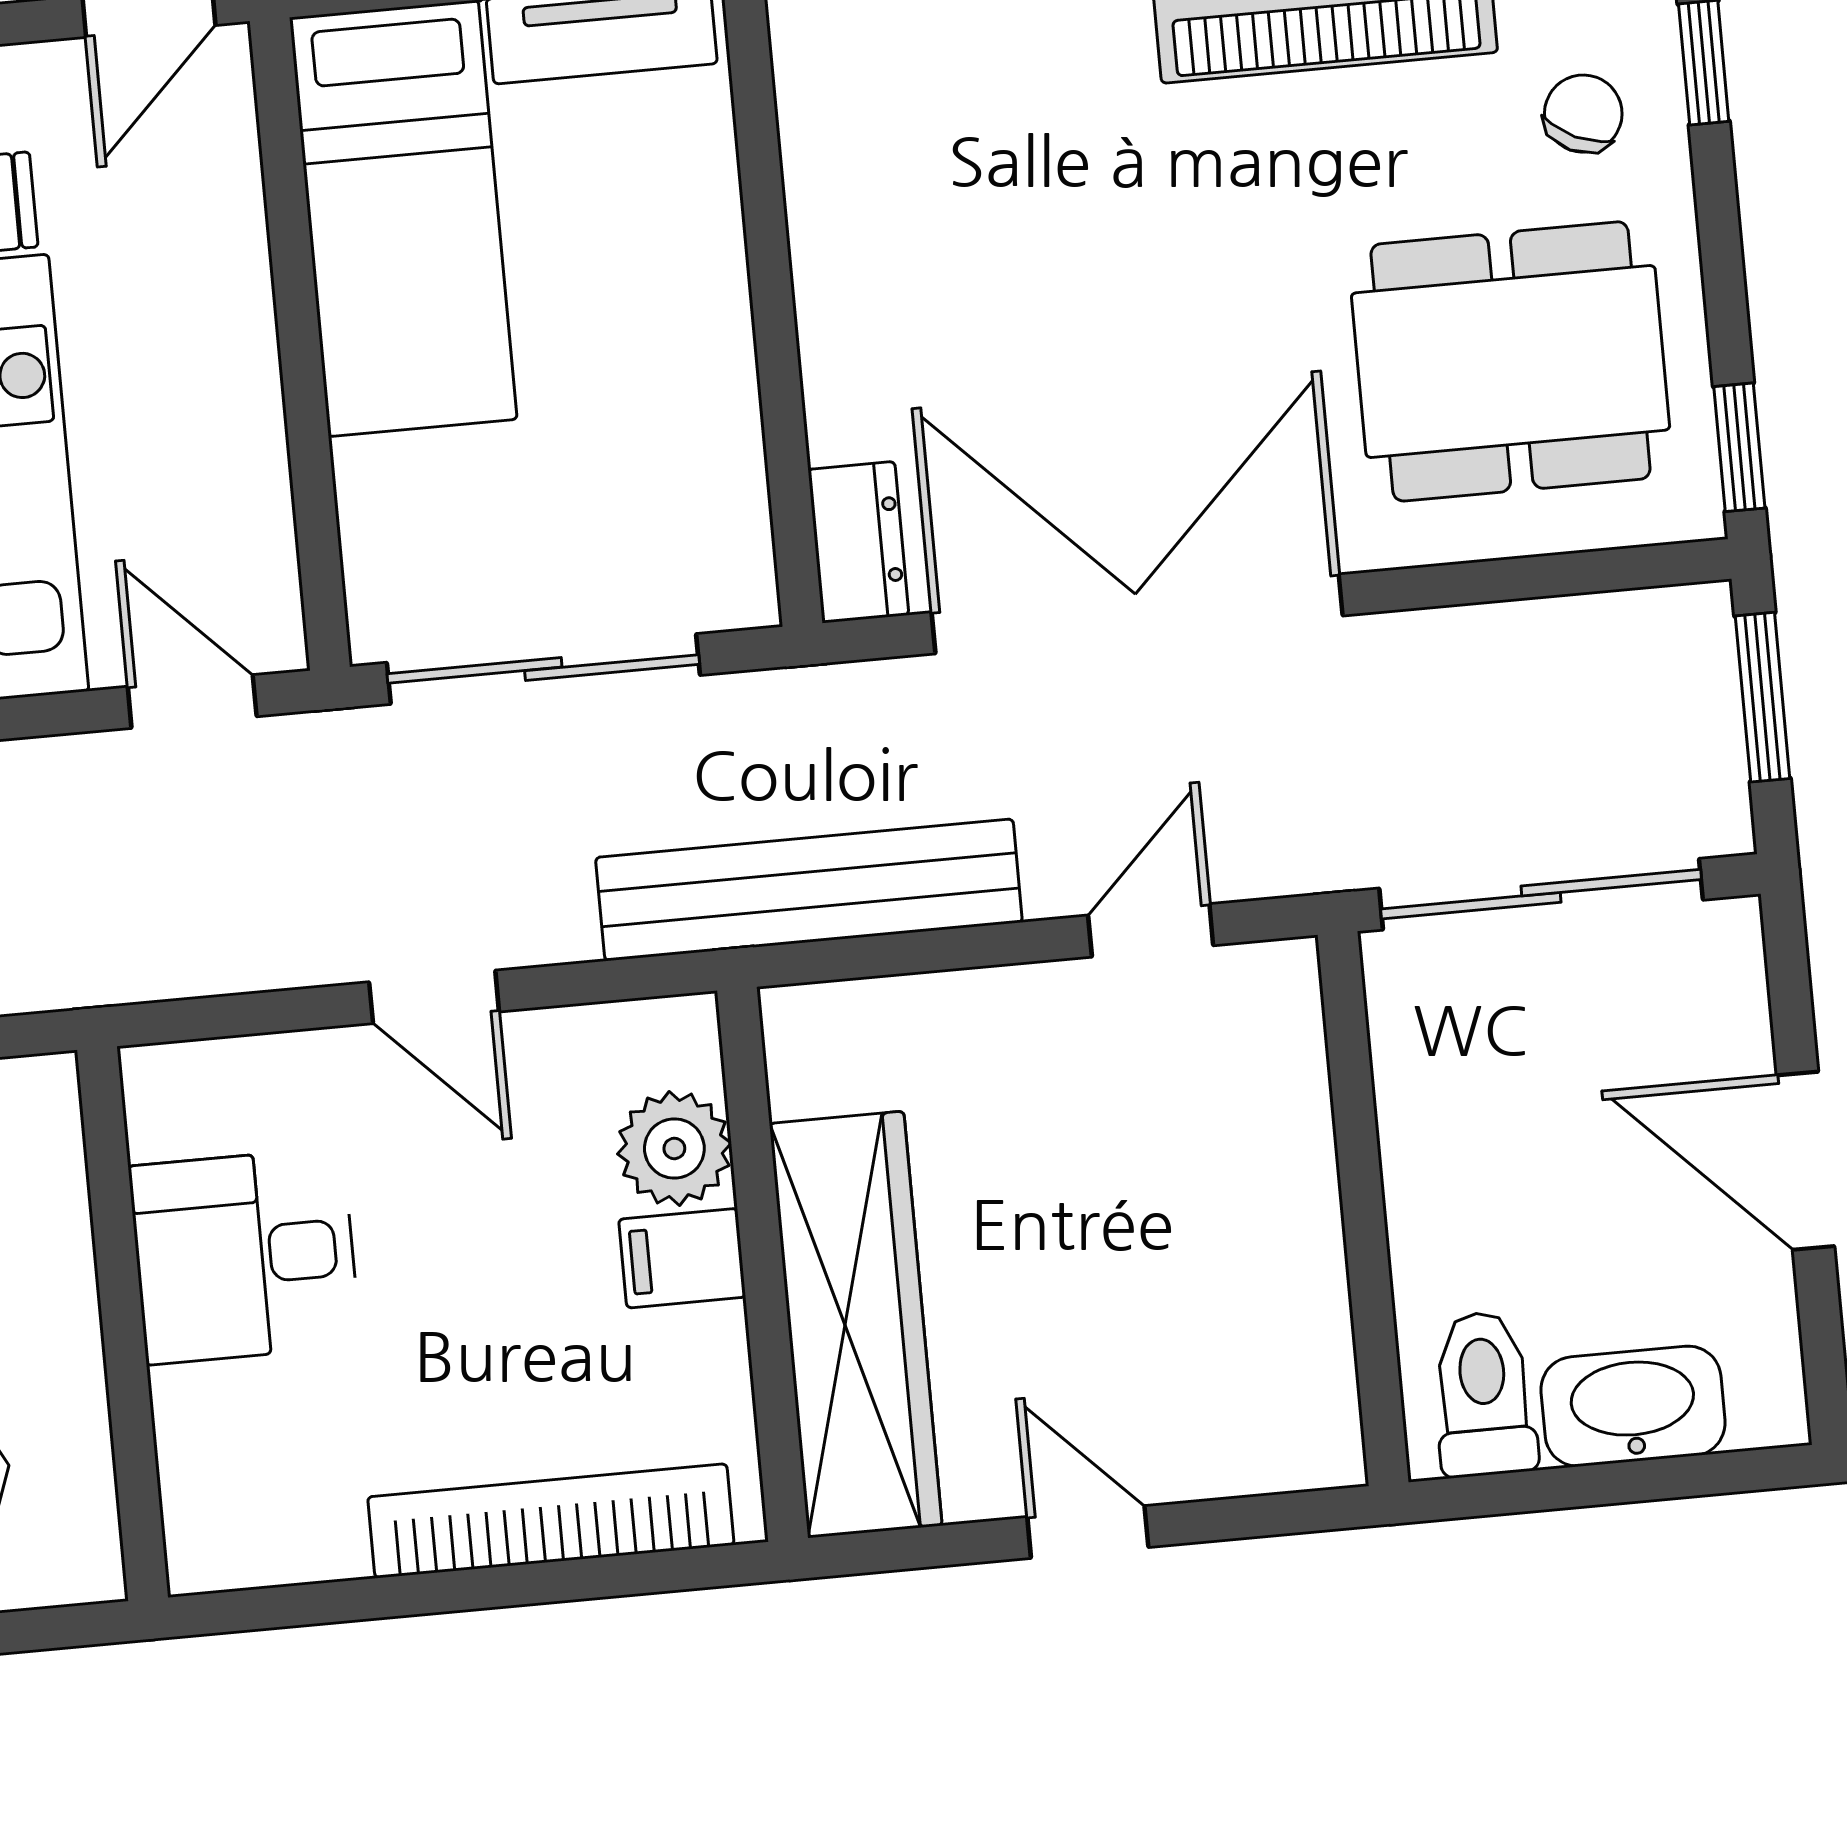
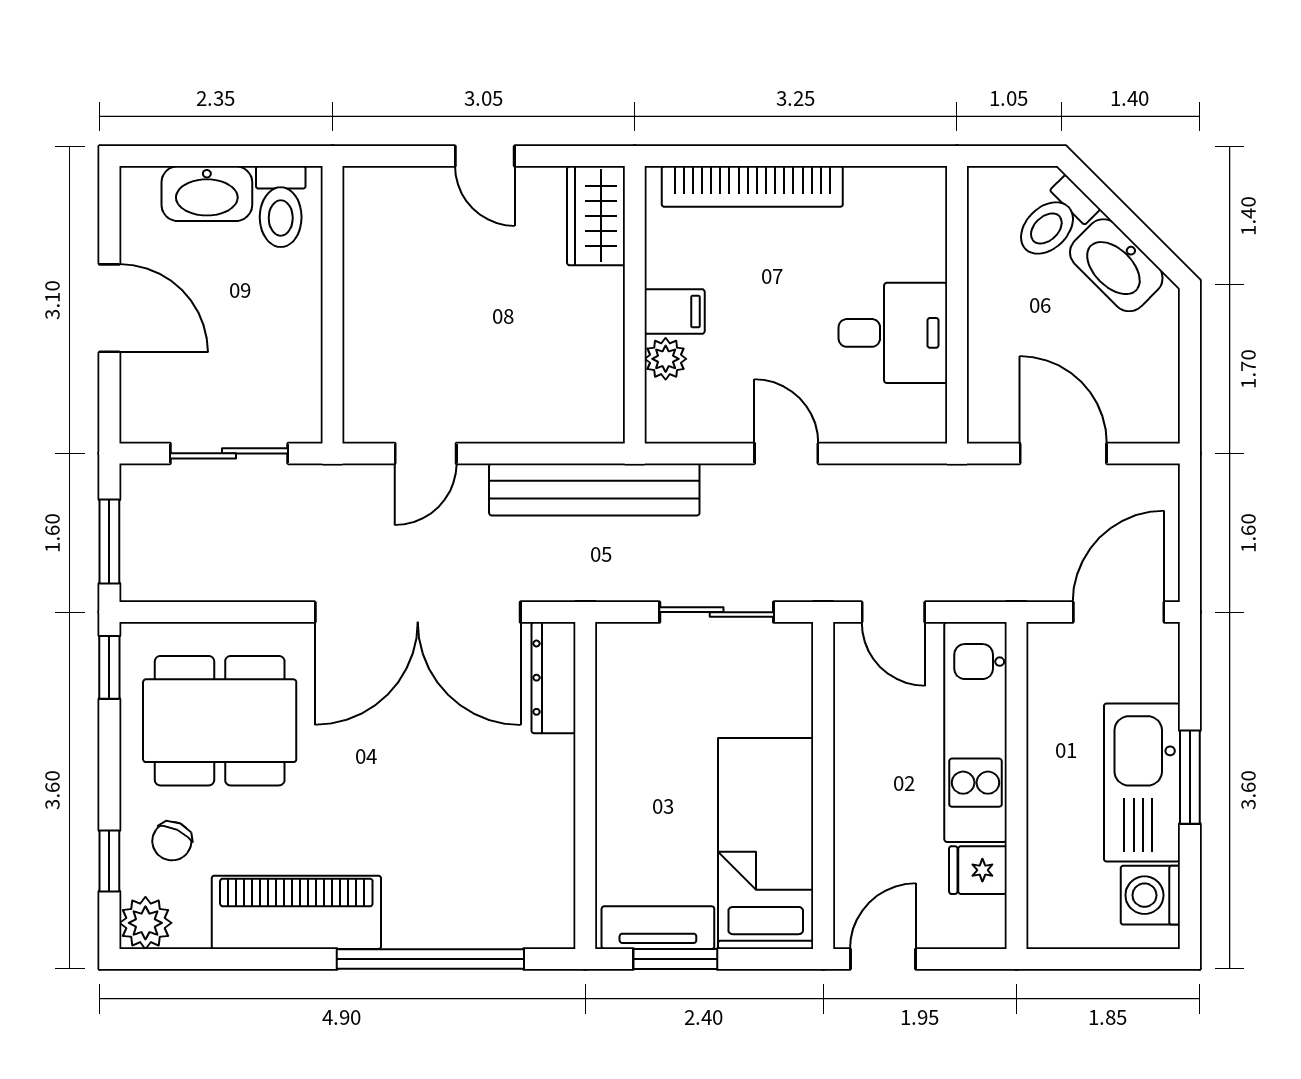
dresser: (858, 542) -> (554, 678), width x1.44
sliding door: (543, 669) -> (717, 612), width x0.73
sliding door: (1541, 894) -> (229, 453), width x0.73
plant: (674, 1148) -> (666, 359), width x0.73, depth x0.73
wardrobe: (856, 1325) -> (596, 216), width x0.48, depth x0.85

